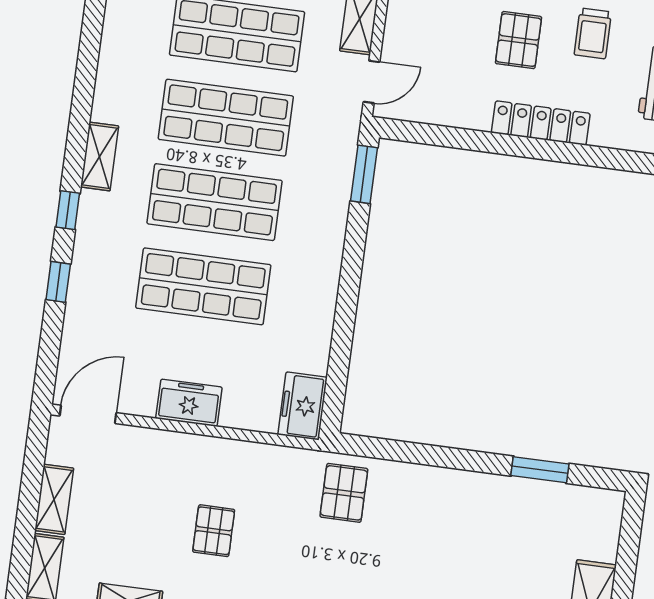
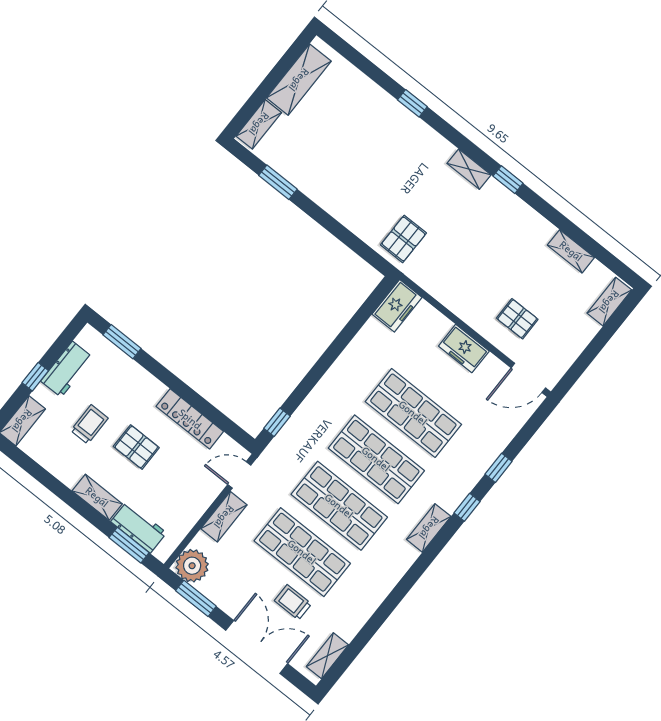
pallet: (519, 40) -> (136, 447), turned 90
locker: (541, 123) -> (190, 419), moved
window: (614, 159) -> (122, 342), added
window: (364, 174) -> (277, 422), width x0.67
shelving: (54, 499) -> (259, 124), moved
pallet: (214, 531) -> (517, 319), moved, turned 90

